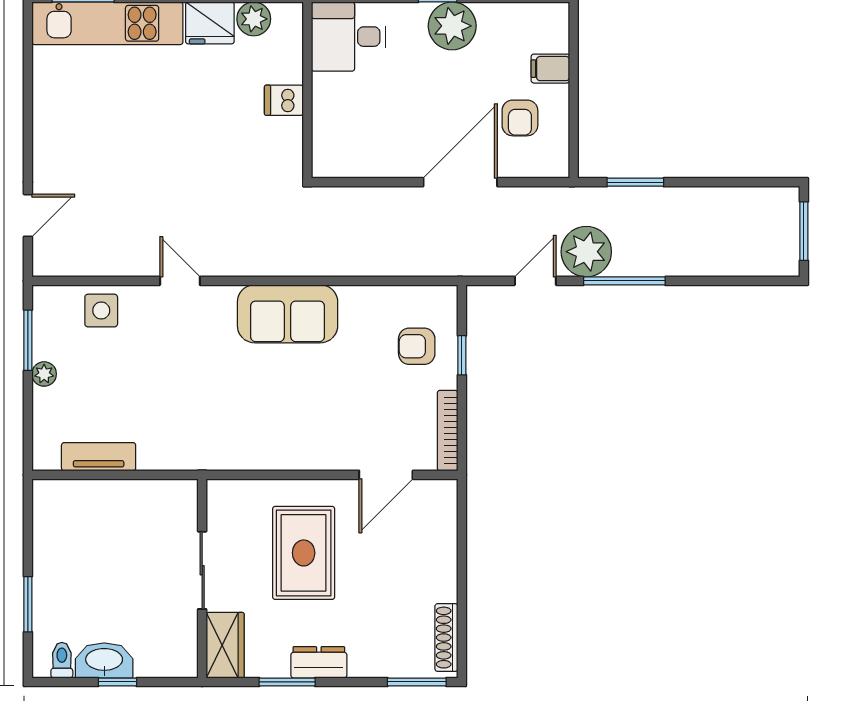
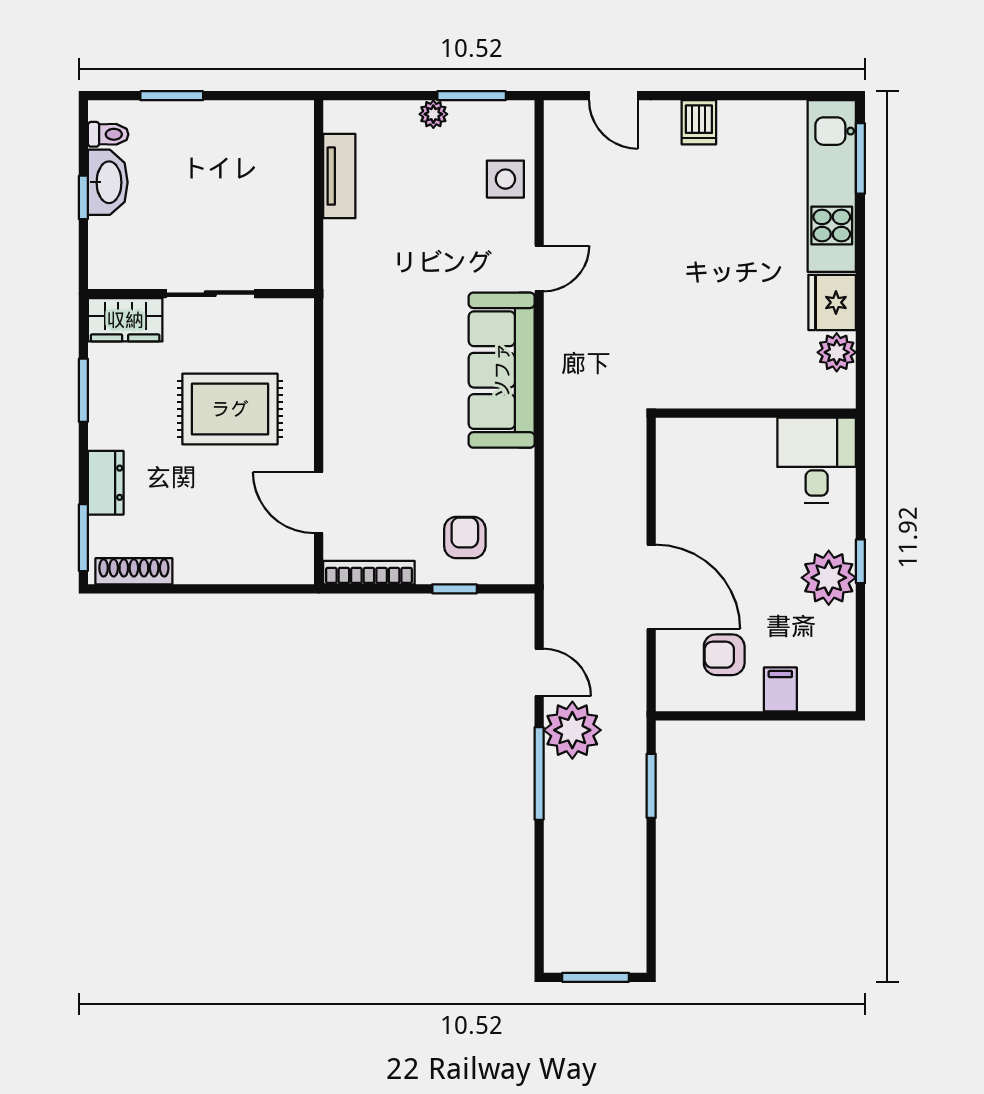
dishwasher: (284, 100) -> (699, 122), moved, turned 180
sofa: (288, 314) -> (502, 370), width x1.36
dresser: (319, 662) -> (106, 483), moved

